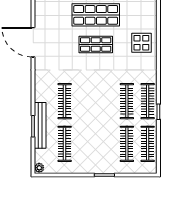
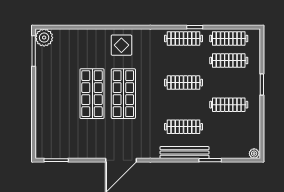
shop shelf: (96, 44) -> (123, 94), width x1.43, depth x1.36
clothes rail: (127, 101) -> (183, 83), moved
bench: (40, 125) -> (185, 153), moved
clothes rail: (65, 144) -> (229, 105), moved

